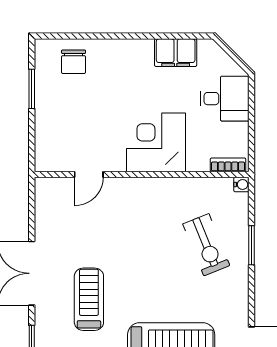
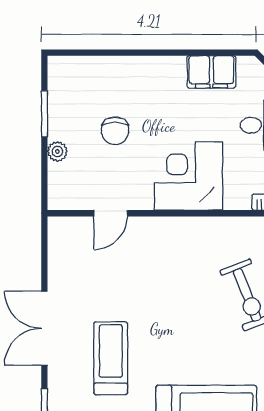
chair: (74, 62) -> (115, 131), moved
plant: (43, 121) -> (57, 151), added

